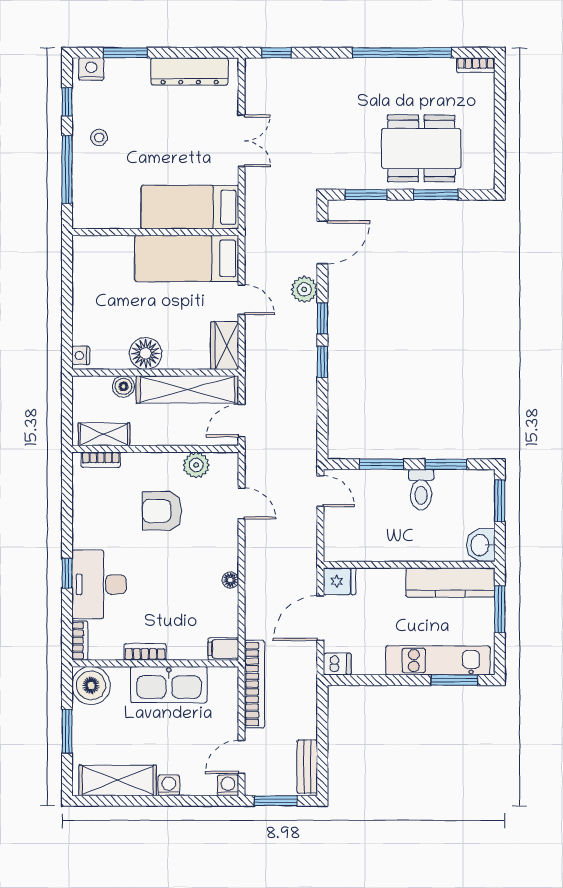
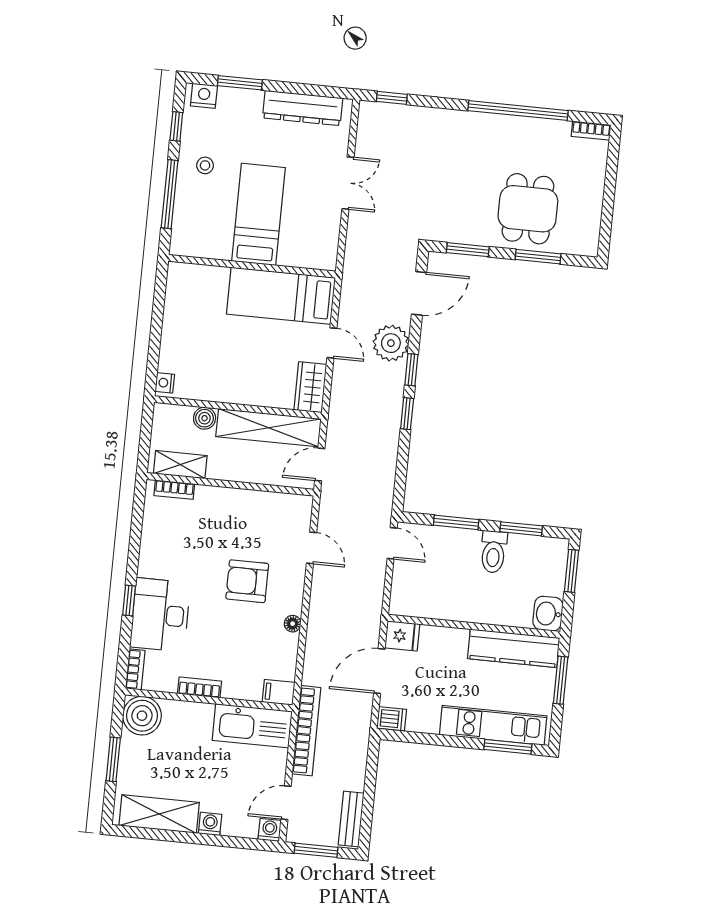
dining table: (421, 148) -> (528, 209), width x0.73
bed: (190, 207) -> (259, 214), moved, turned 90
plant: (304, 289) -> (391, 343), width x1.36, depth x1.36
floor lamp: (146, 353) -> (230, 387), removed
plant: (196, 465) -> (270, 505), removed
armchair: (162, 511) -> (247, 581), moved
kitchen sink: (169, 685) -> (252, 726), moved

